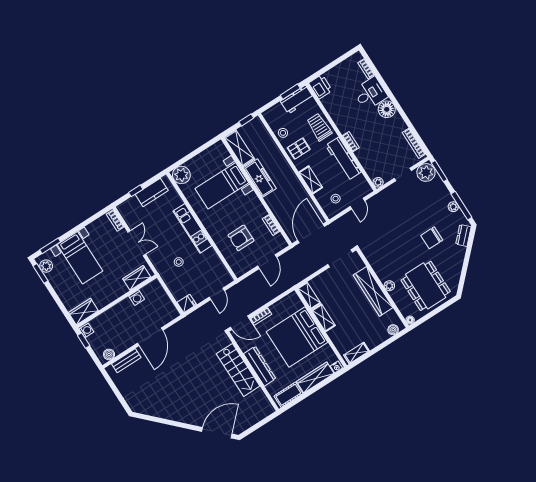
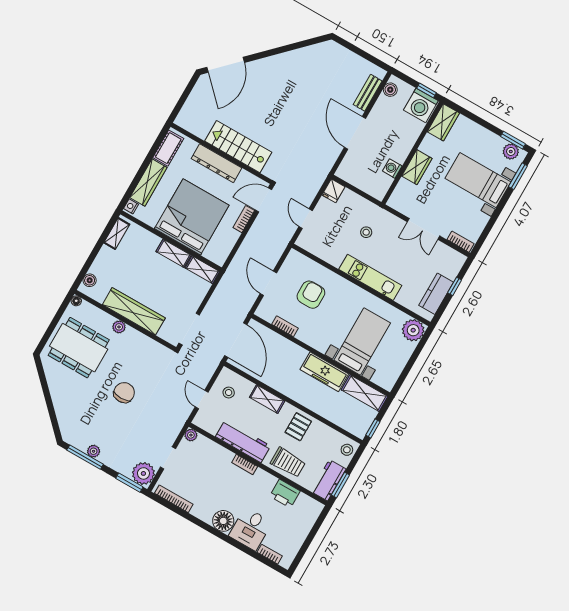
printer: (320, 87) -> (285, 494), moved
stool: (283, 133) -> (347, 450), moved
dresser: (463, 235) -> (66, 425), removed
chair: (432, 238) -> (124, 393), moved
wardrobe: (137, 278) -> (417, 167), moved
washing machine: (86, 330) -> (421, 105), width x1.89, depth x1.89

